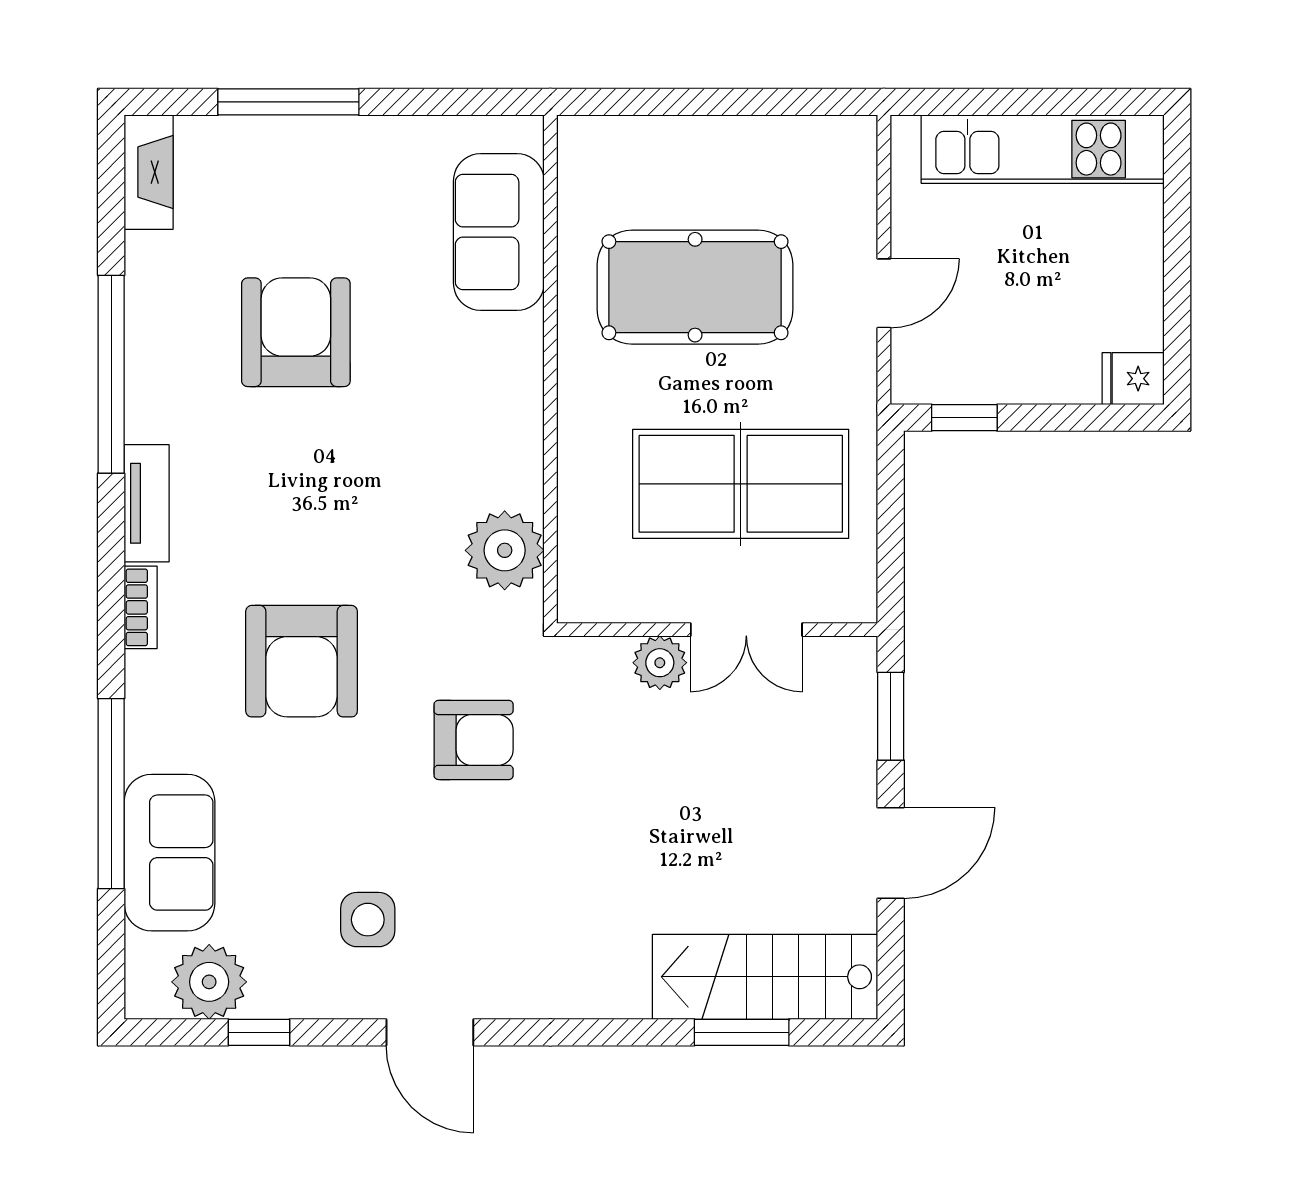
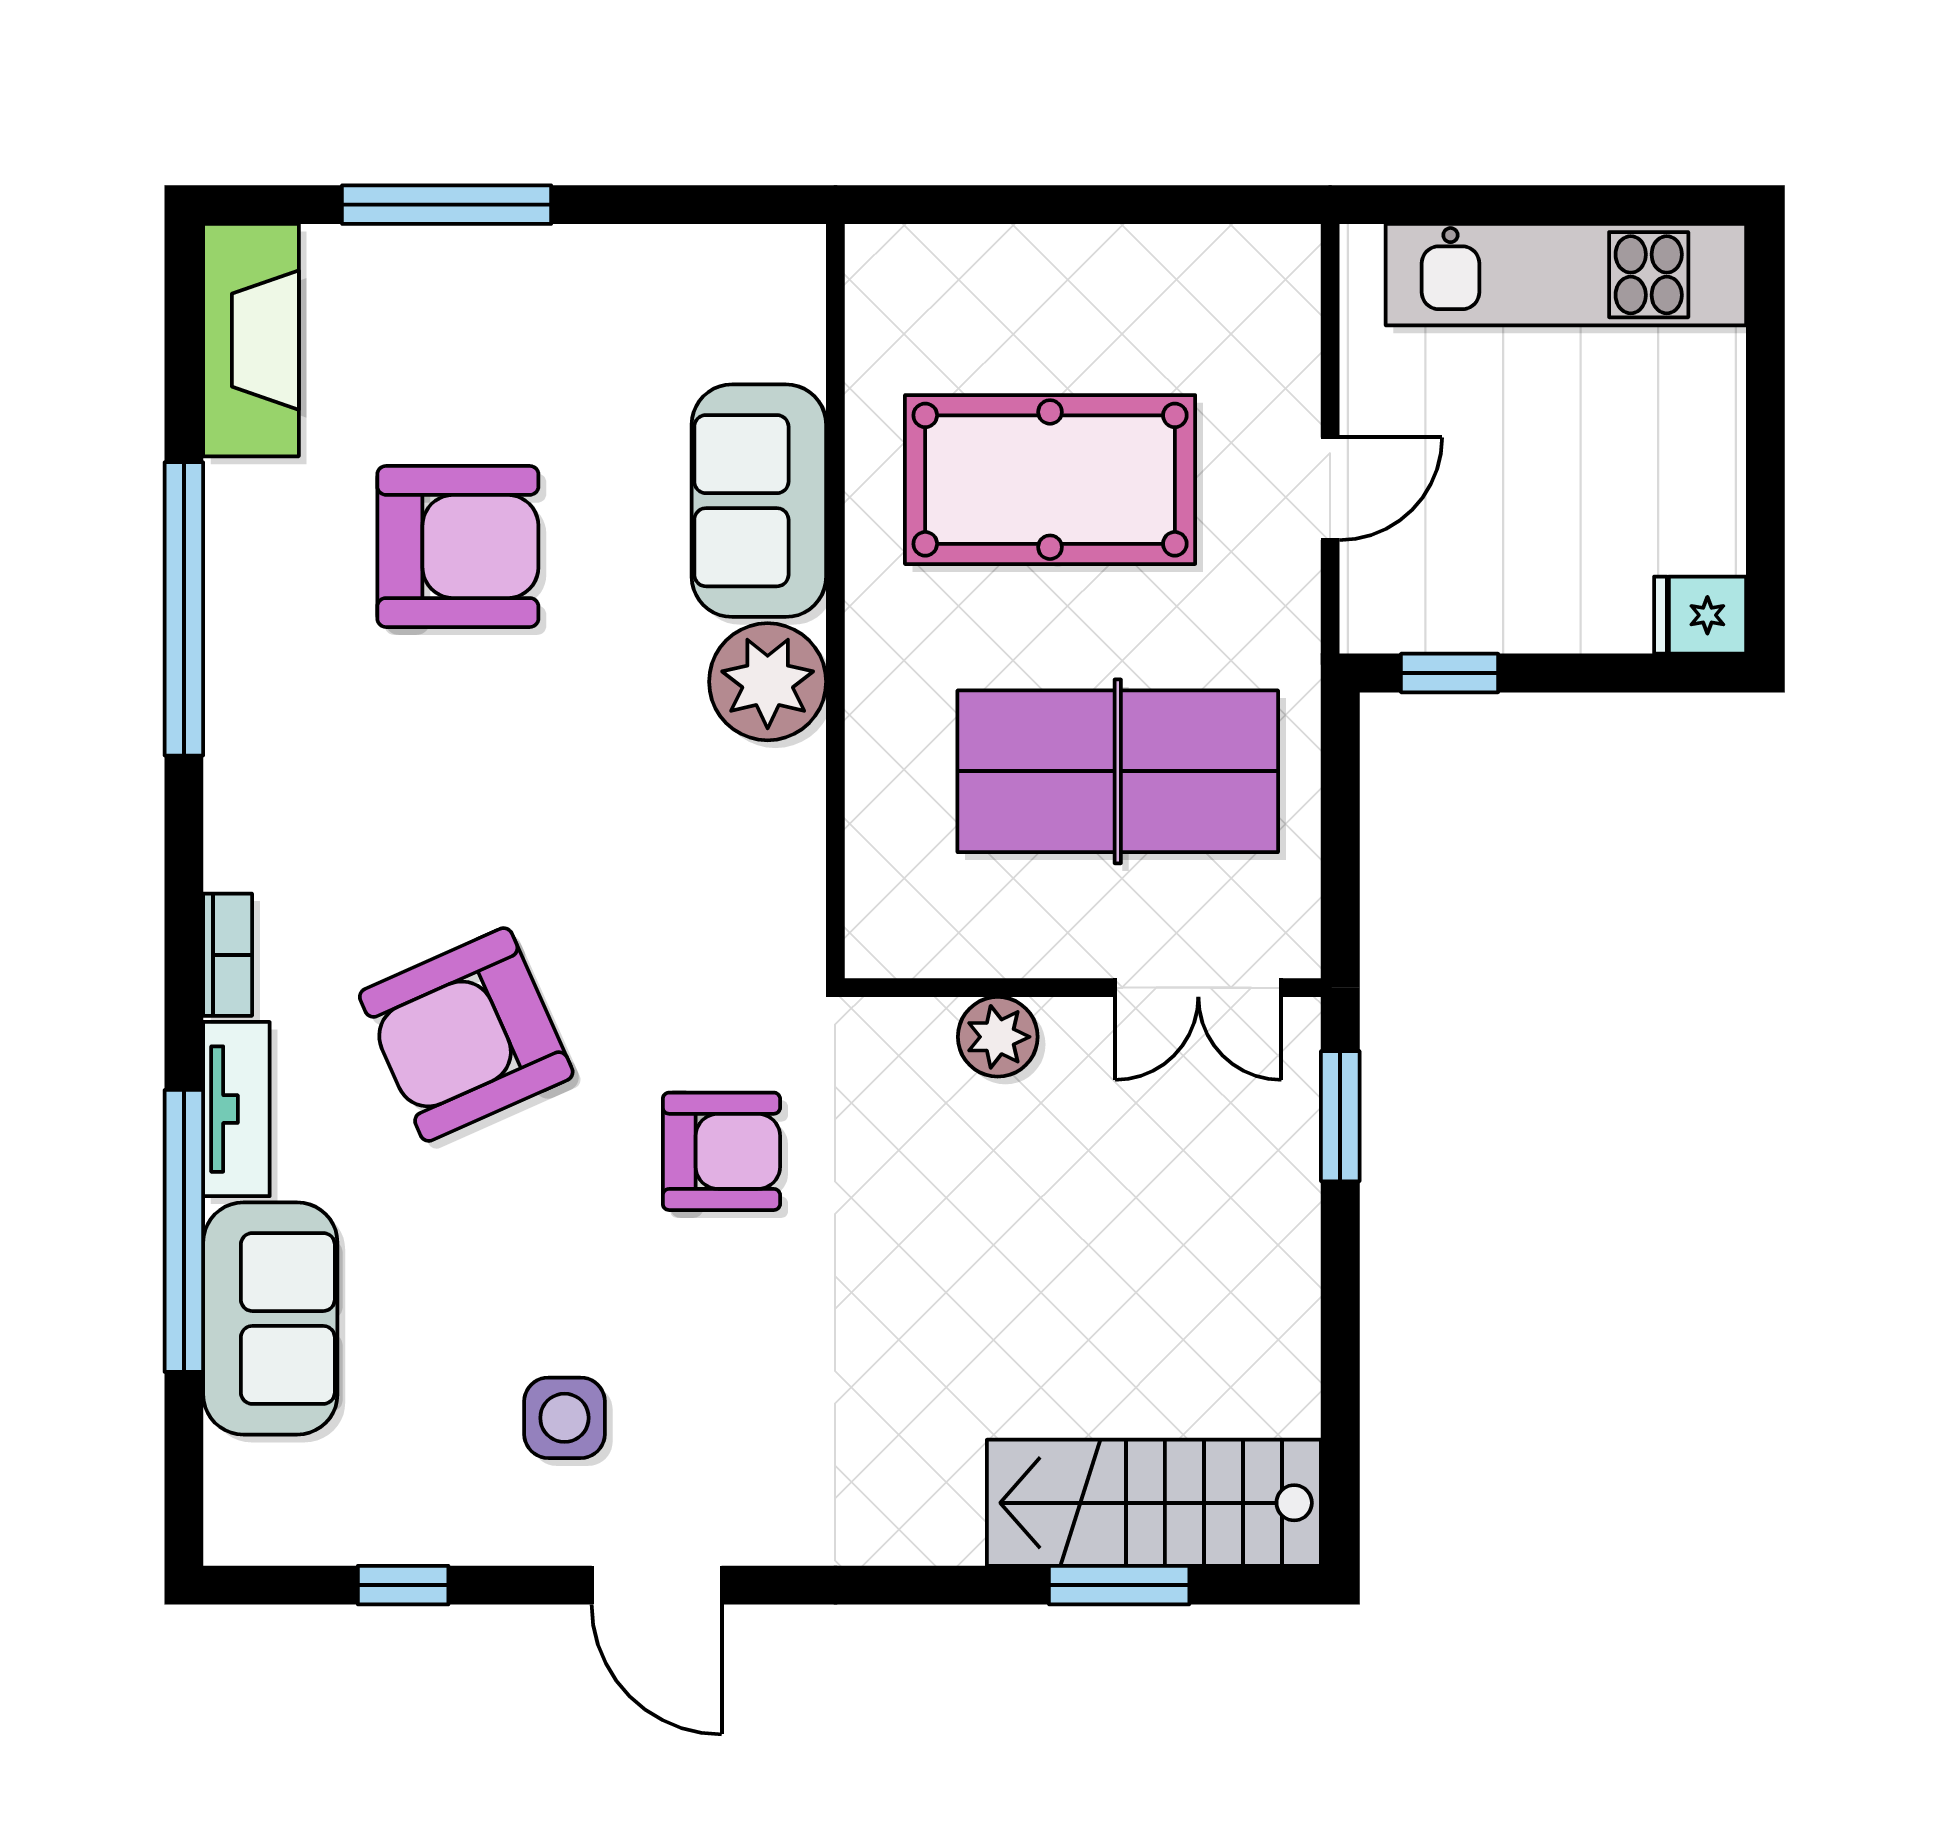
fireplace: (149, 172) -> (251, 340), width x1.37, depth x1.32
sofa: (499, 232) -> (759, 501), moved
armchair: (296, 332) -> (458, 546), turned 90
tv unit: (147, 503) -> (236, 1109), moved
plant: (505, 550) -> (768, 682), moved
double door: (746, 630) -> (1198, 988), moved
armchair: (302, 661) -> (466, 1035), turned 66
door: (891, 853) -> (1340, 1319), removed
plant: (209, 982) -> (329, 1510), removed

